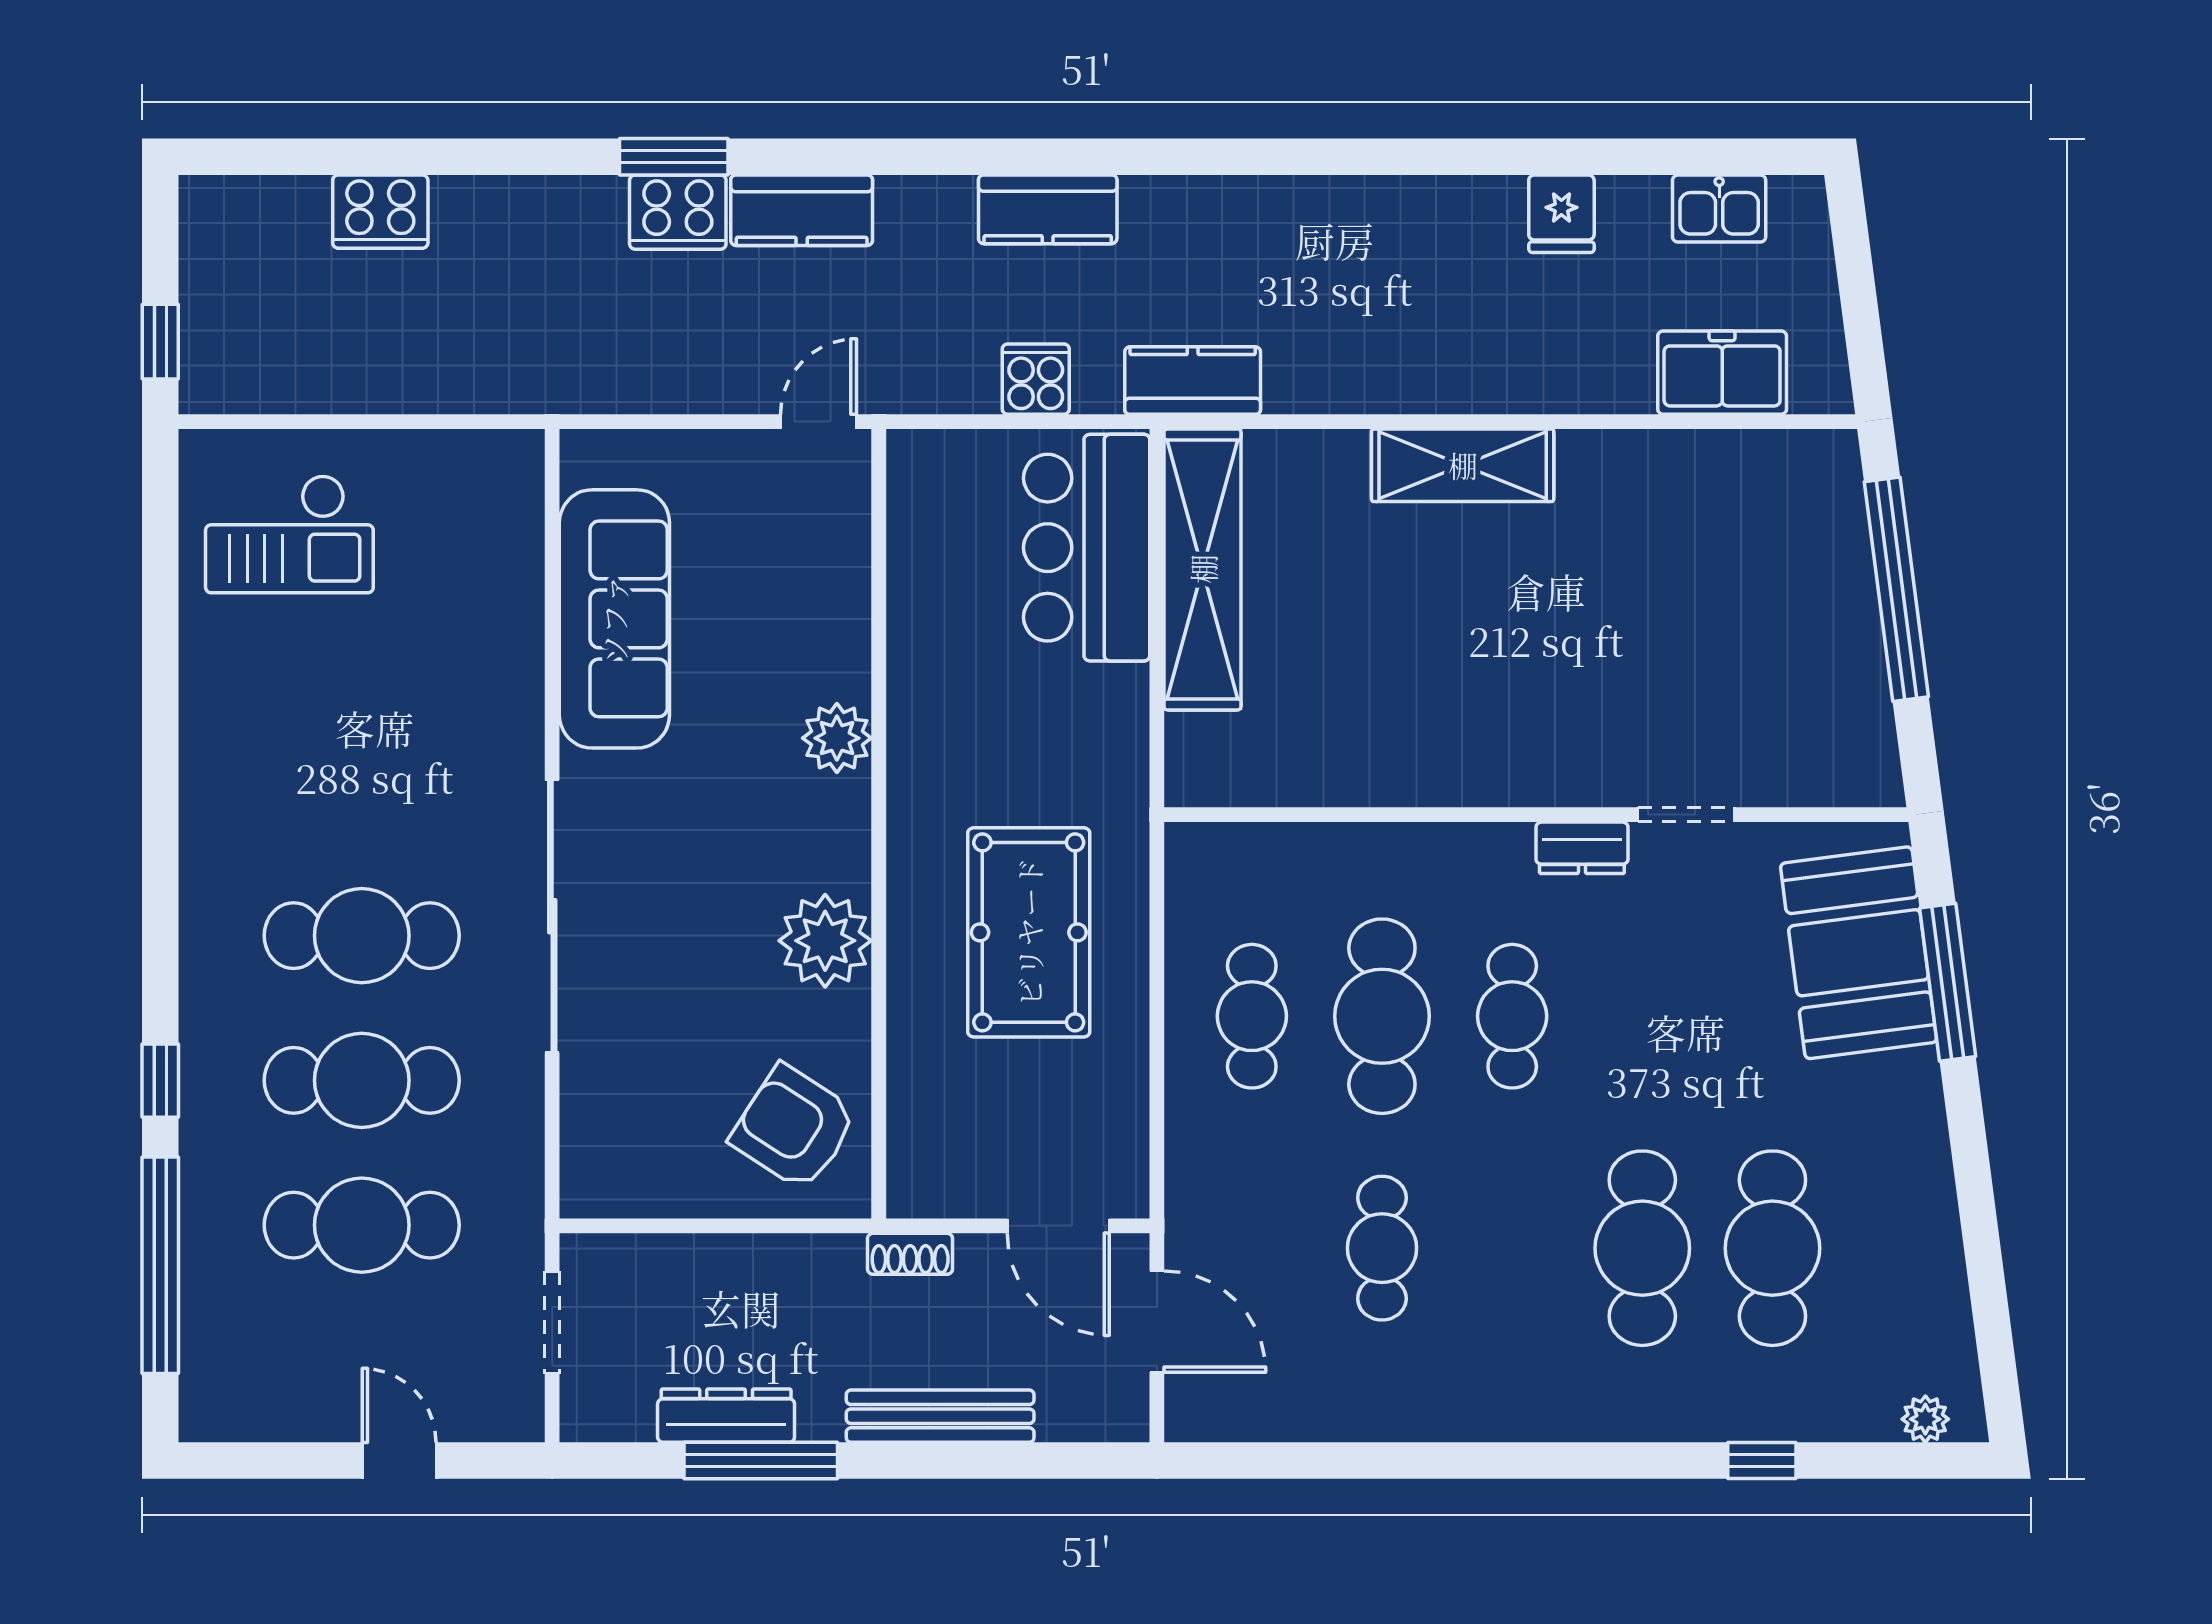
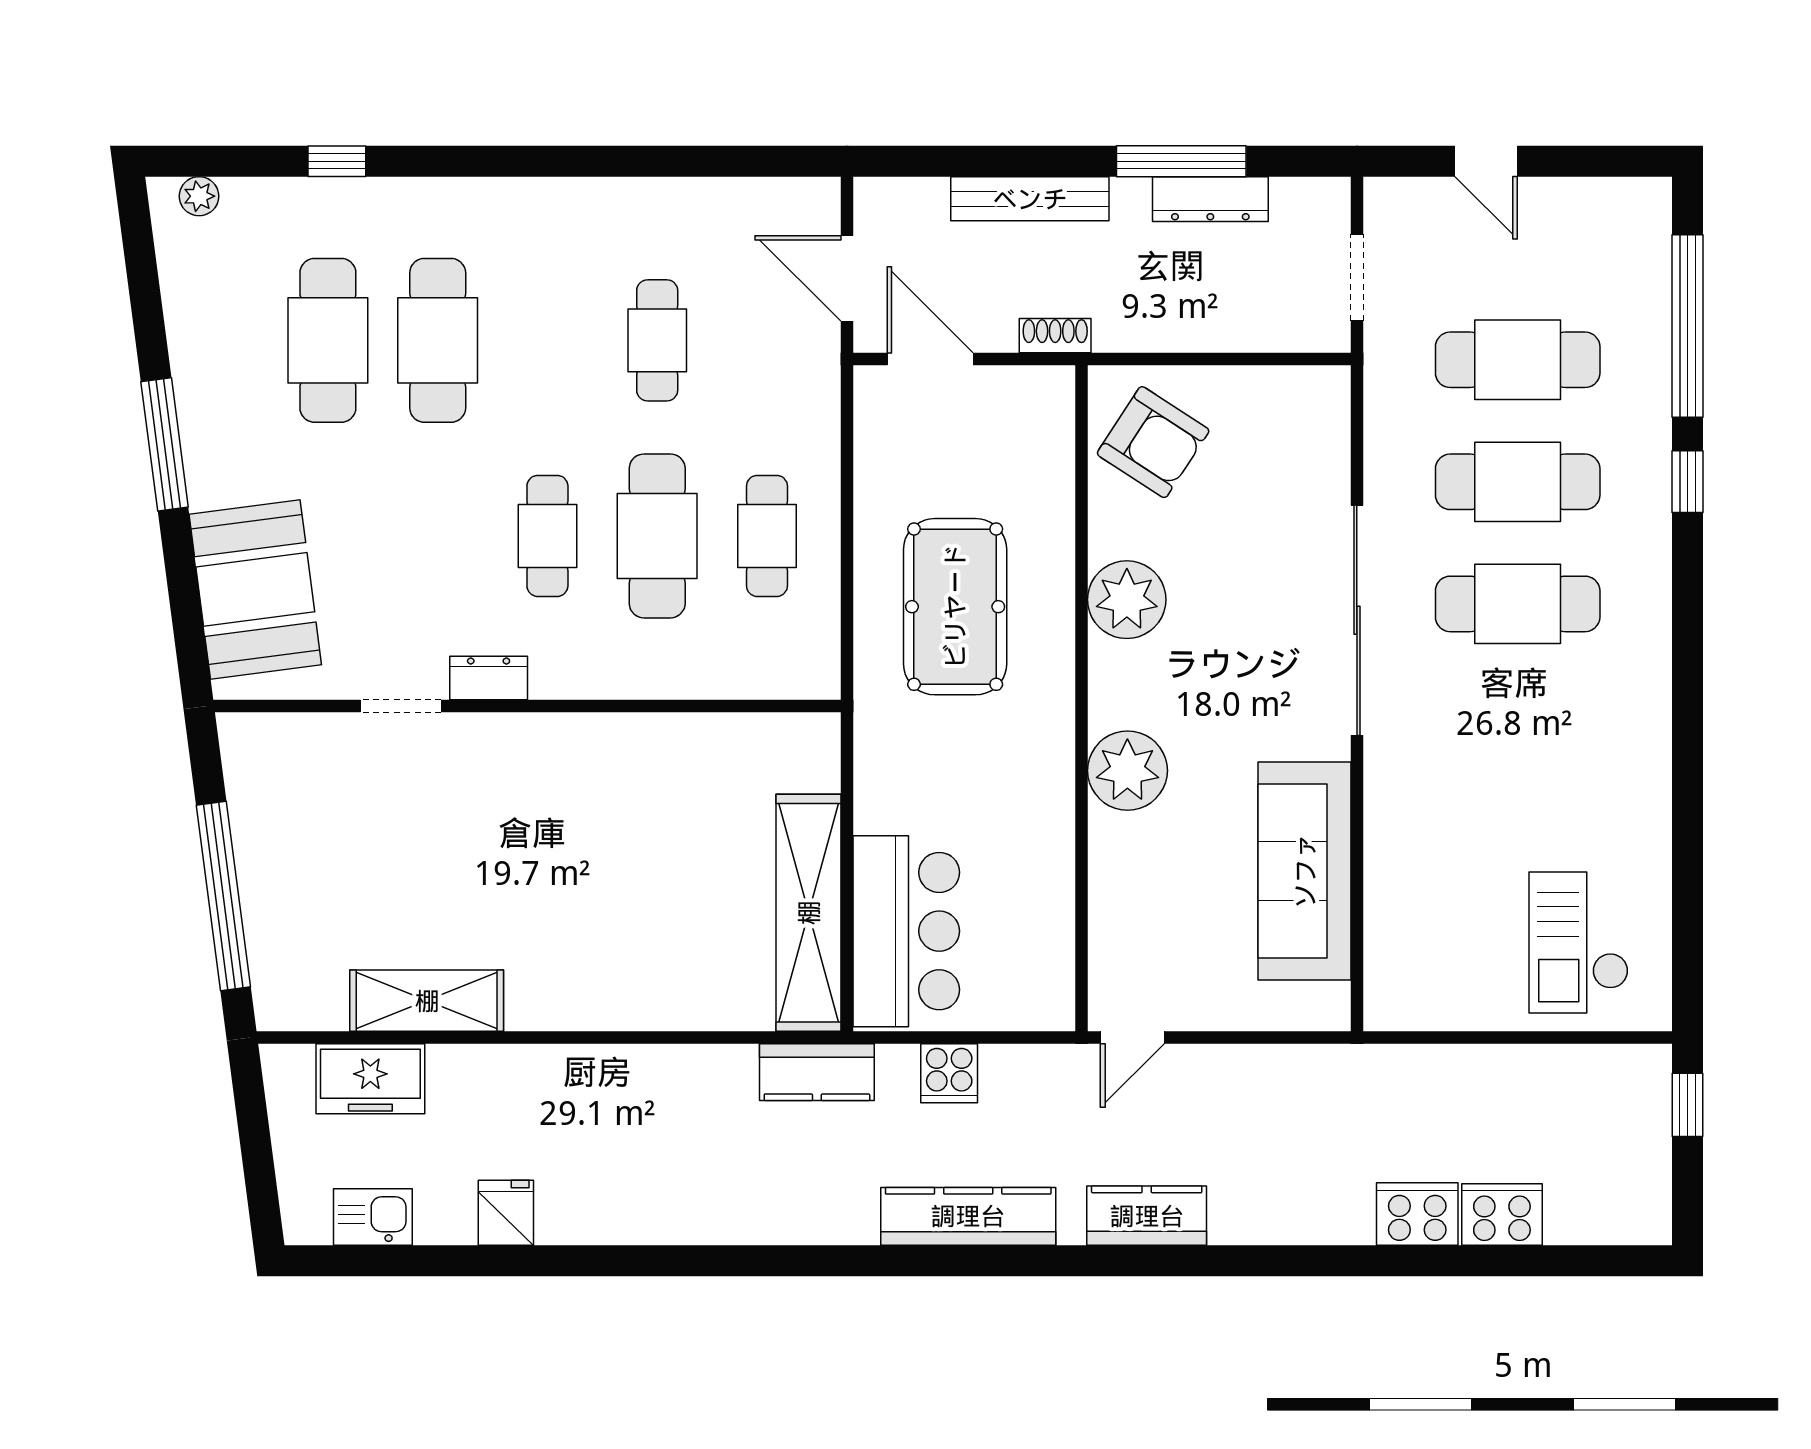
window: (674, 157) -> (1254, 1261), removed
kitchen counter: (1048, 209) -> (968, 1216), width x1.50
cooker: (678, 212) -> (1417, 1214), moved
shelving: (1463, 465) -> (427, 1001), moved
checkout: (289, 534) -> (1579, 943), turned -90
plant: (837, 738) -> (1127, 771), width x1.36, depth x1.36
window: (1948, 982) -> (165, 444), moved

